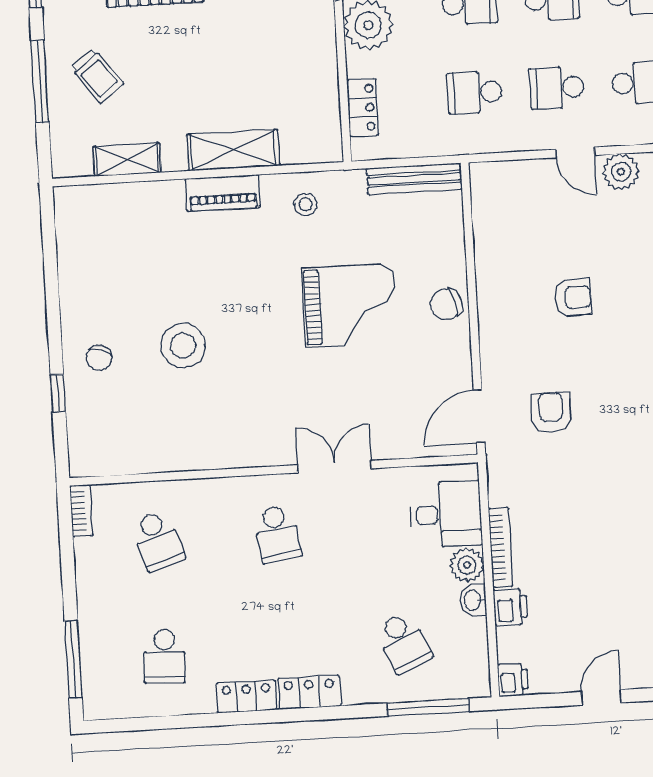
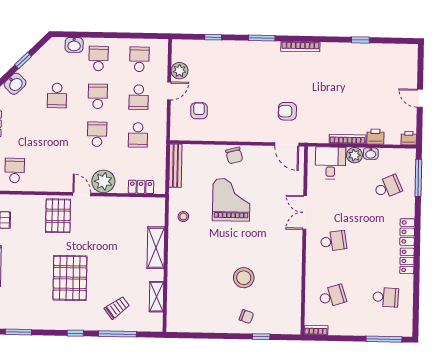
piano: (223, 193) -> (175, 254), removed
armchair: (573, 297) -> (199, 111), moved

